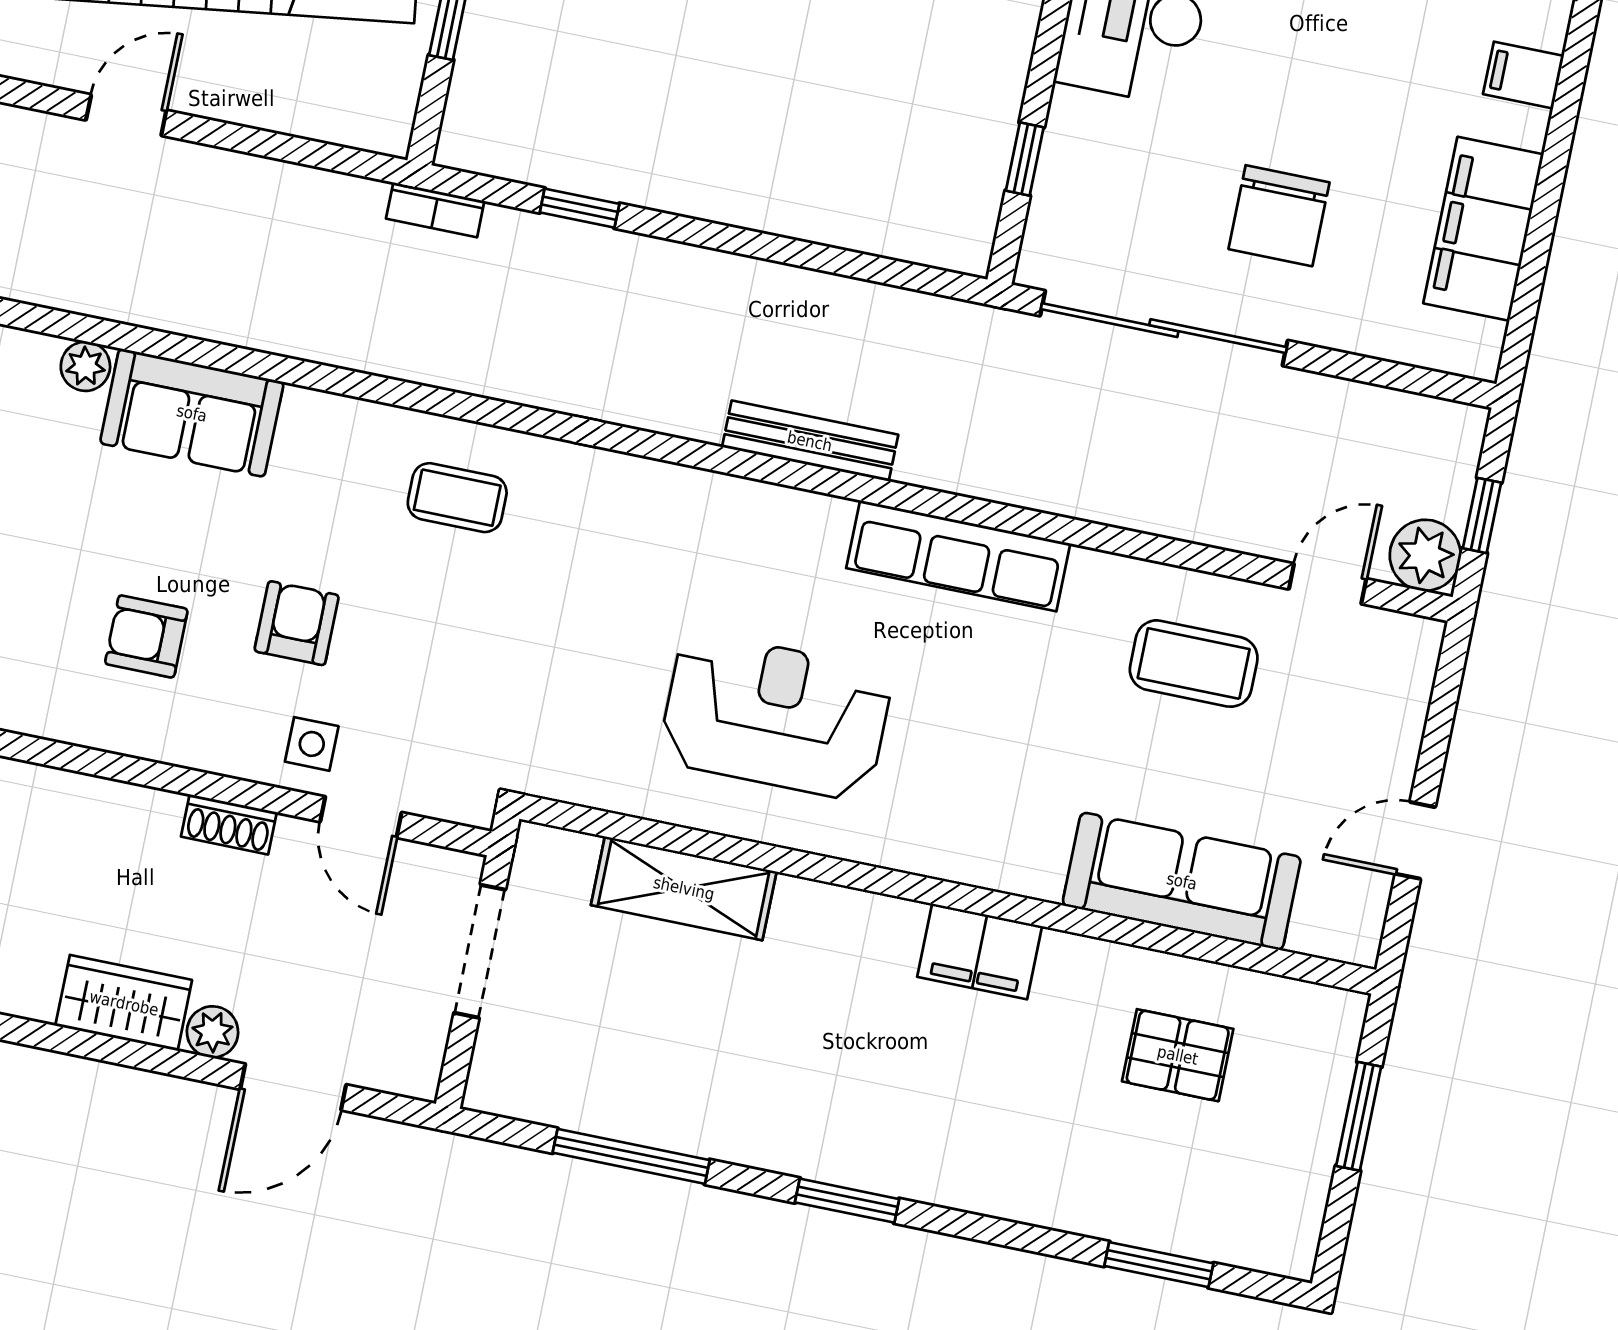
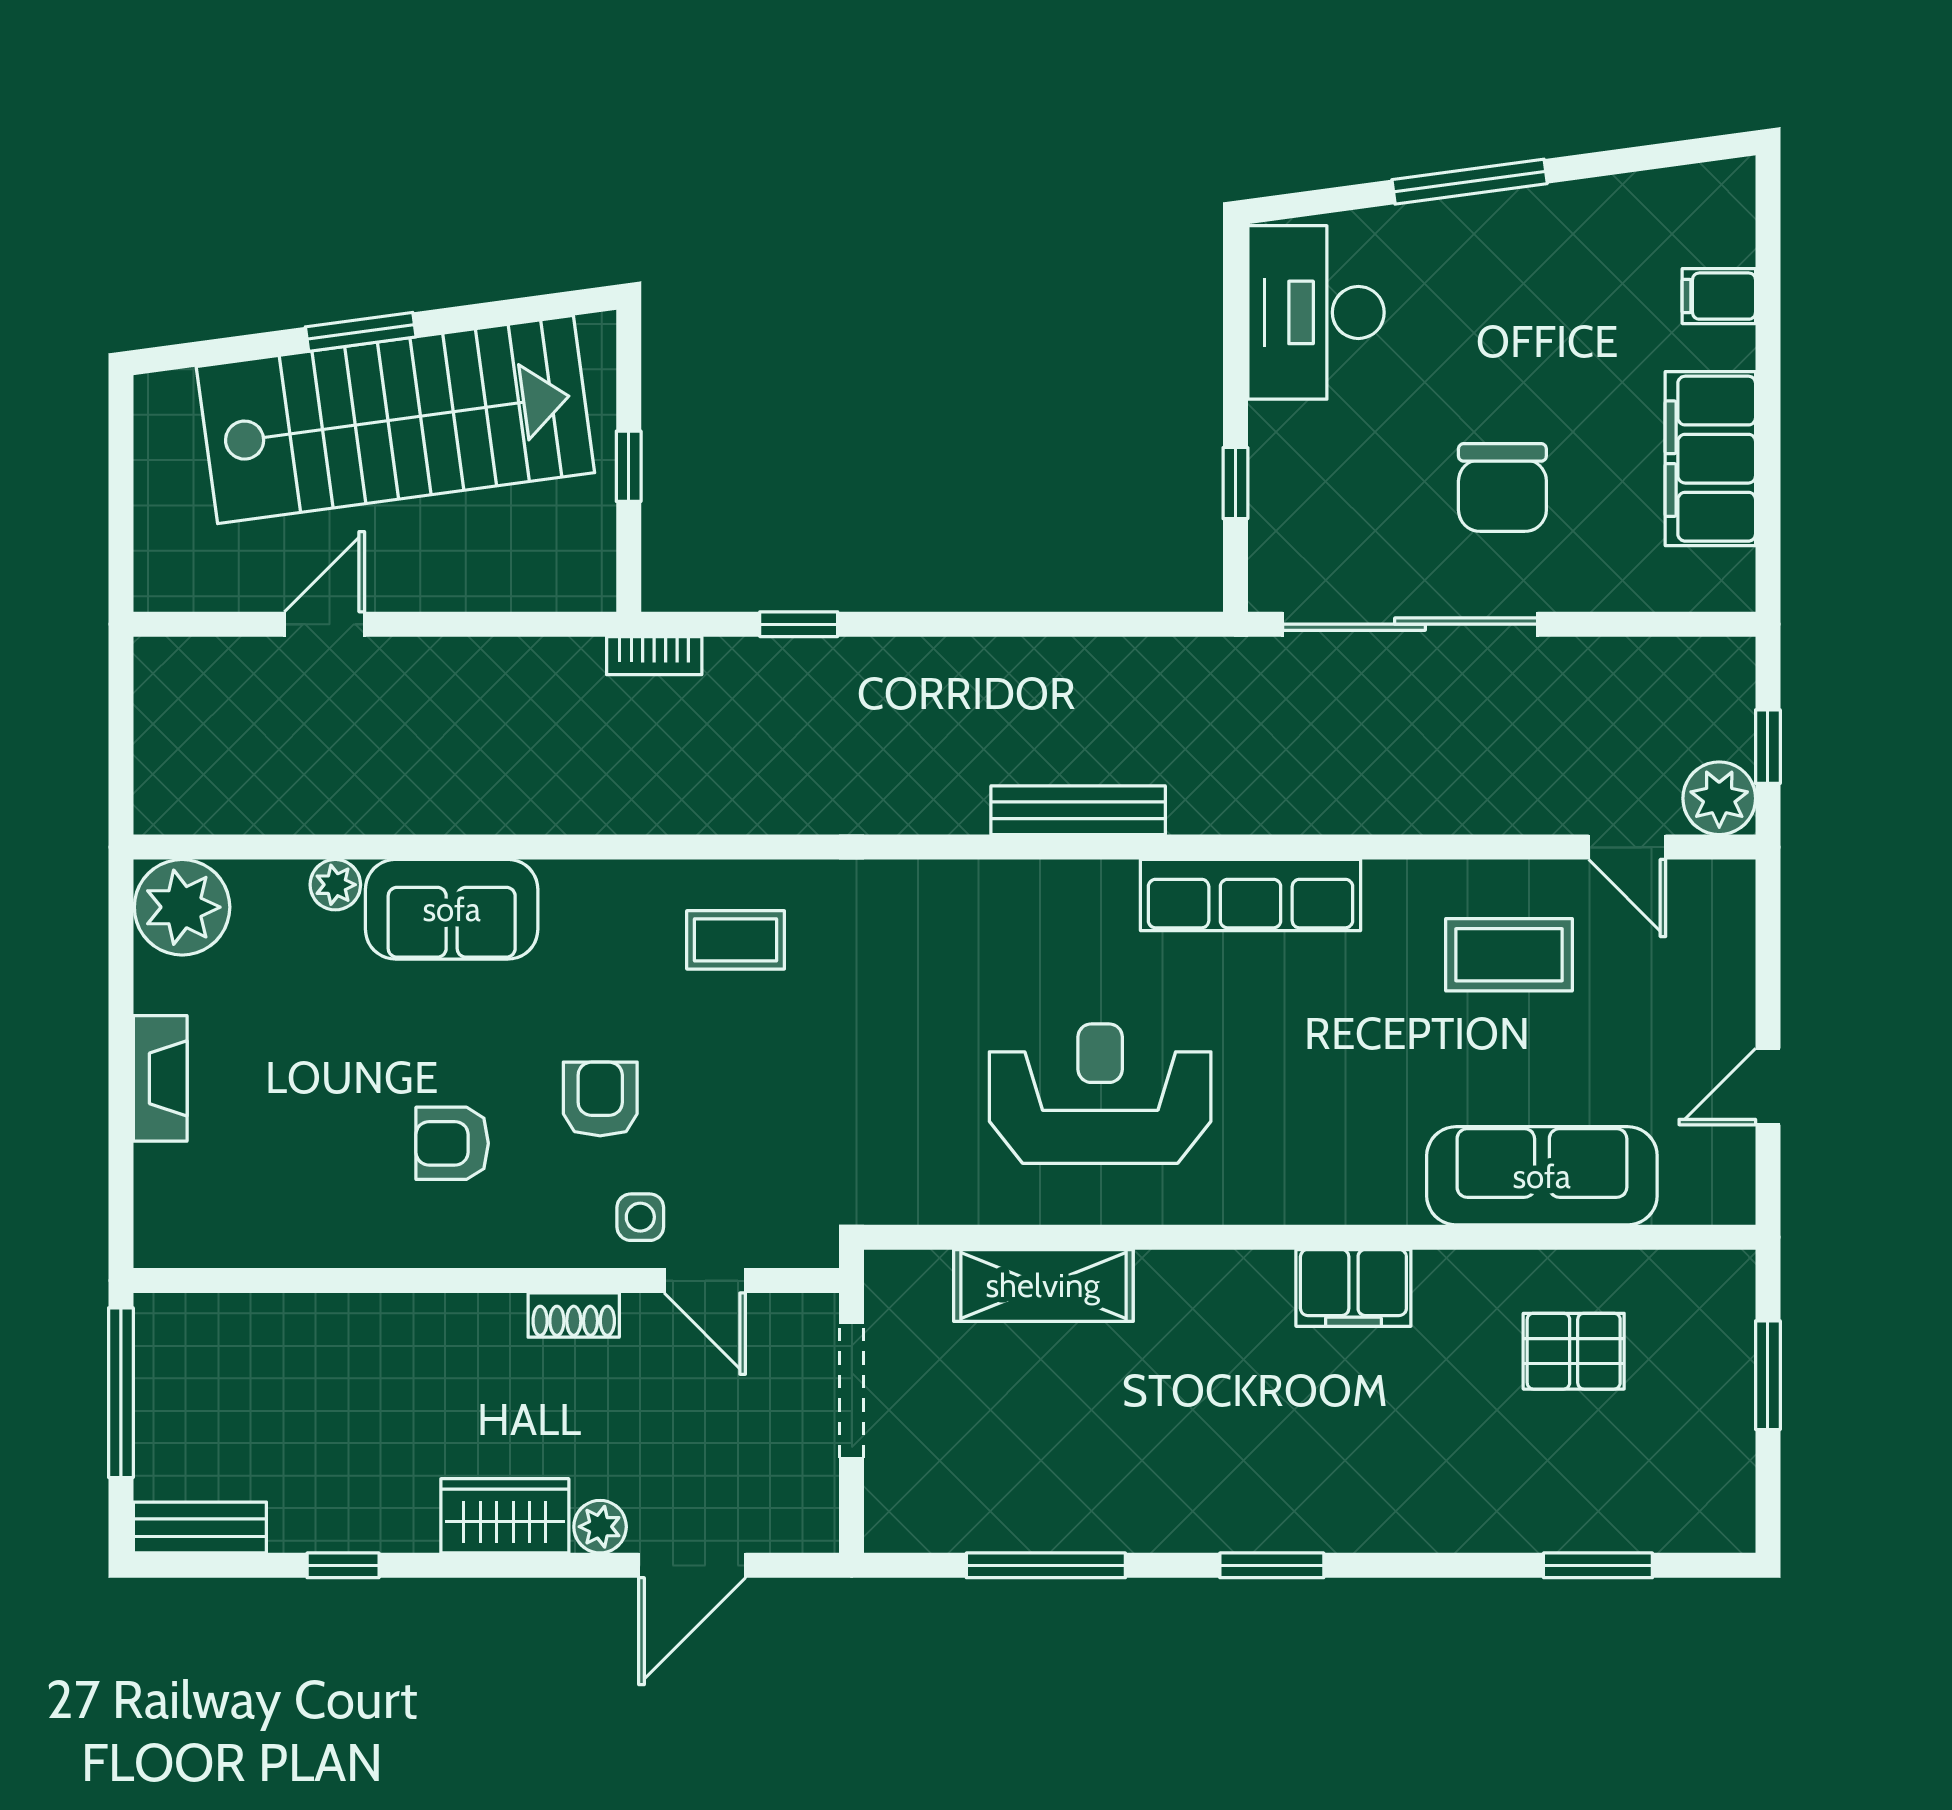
door: (1328, 584) -> (1627, 847), swing flipped

